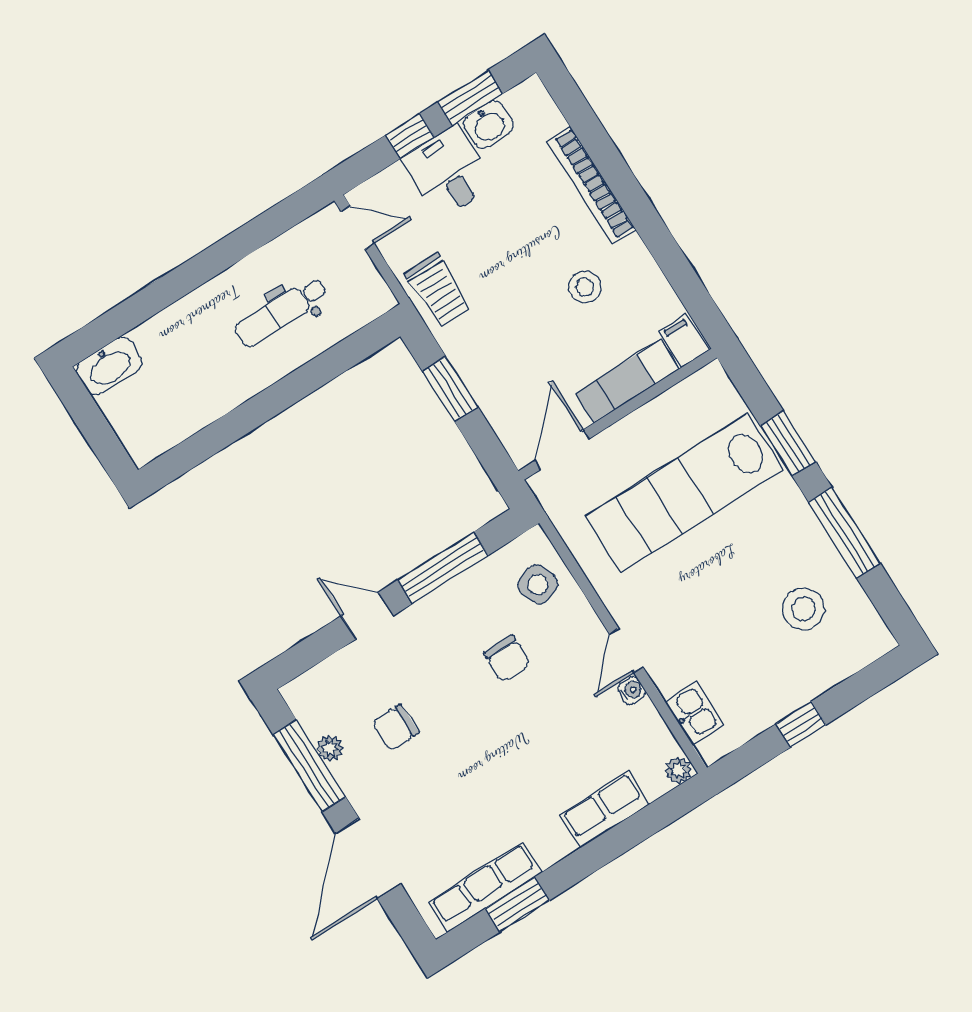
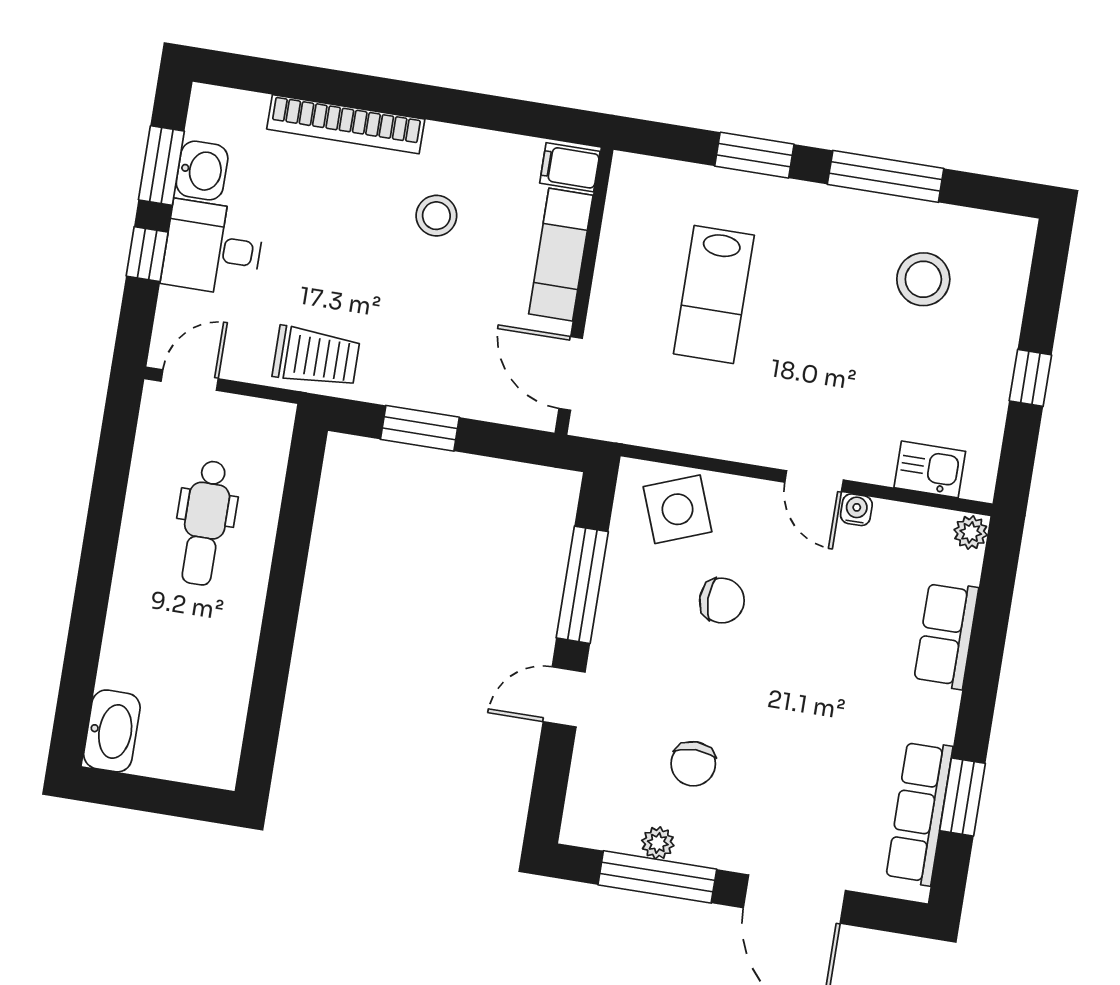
lab bench: (684, 493) -> (714, 294), width x0.54, depth x0.72
side table: (538, 584) -> (678, 509), width x1.37, depth x1.37

